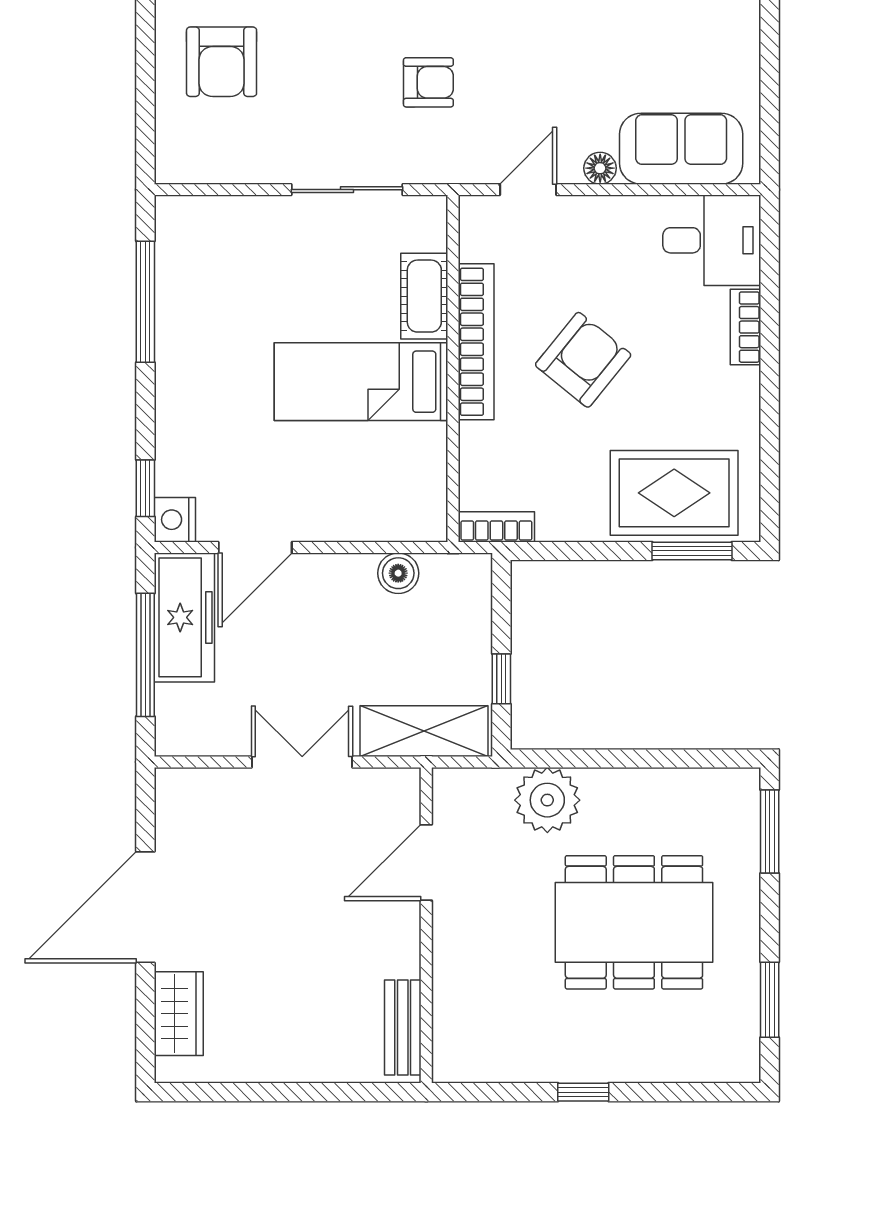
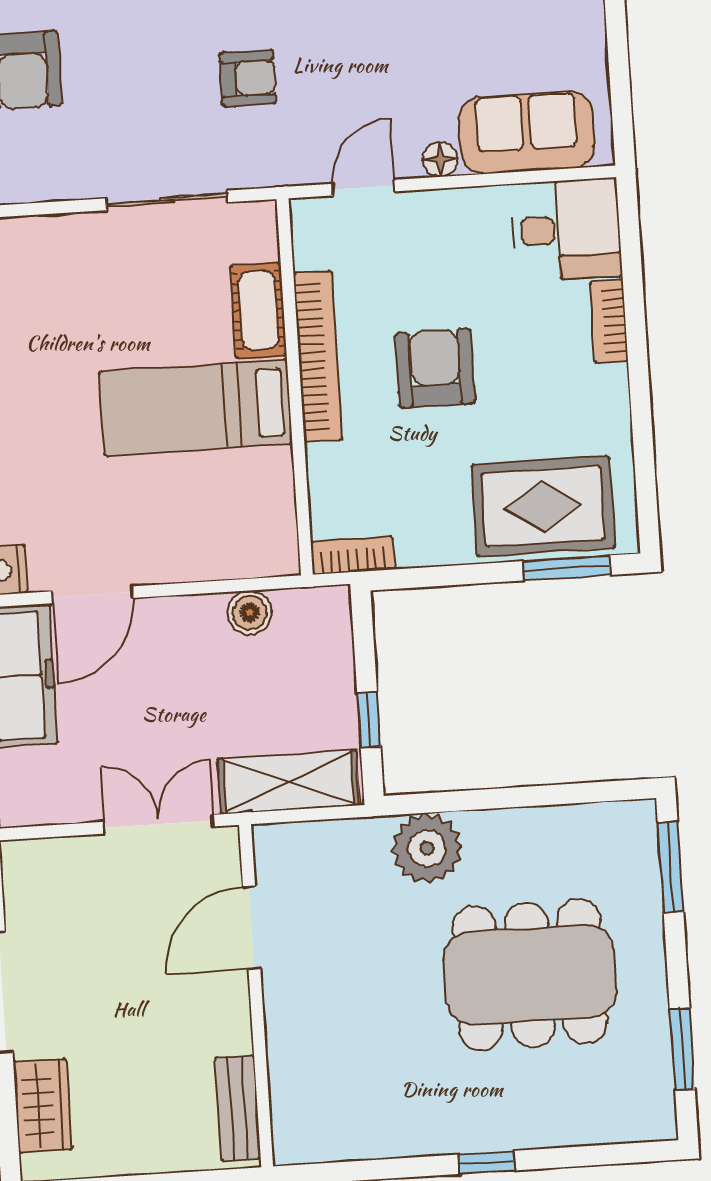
armchair: (583, 360) -> (435, 368), turned -39
door: (426, 862) -> (252, 928), moved
wall: (426, 925) -> (256, 996), moved
bench: (403, 1027) -> (238, 1108), moved

